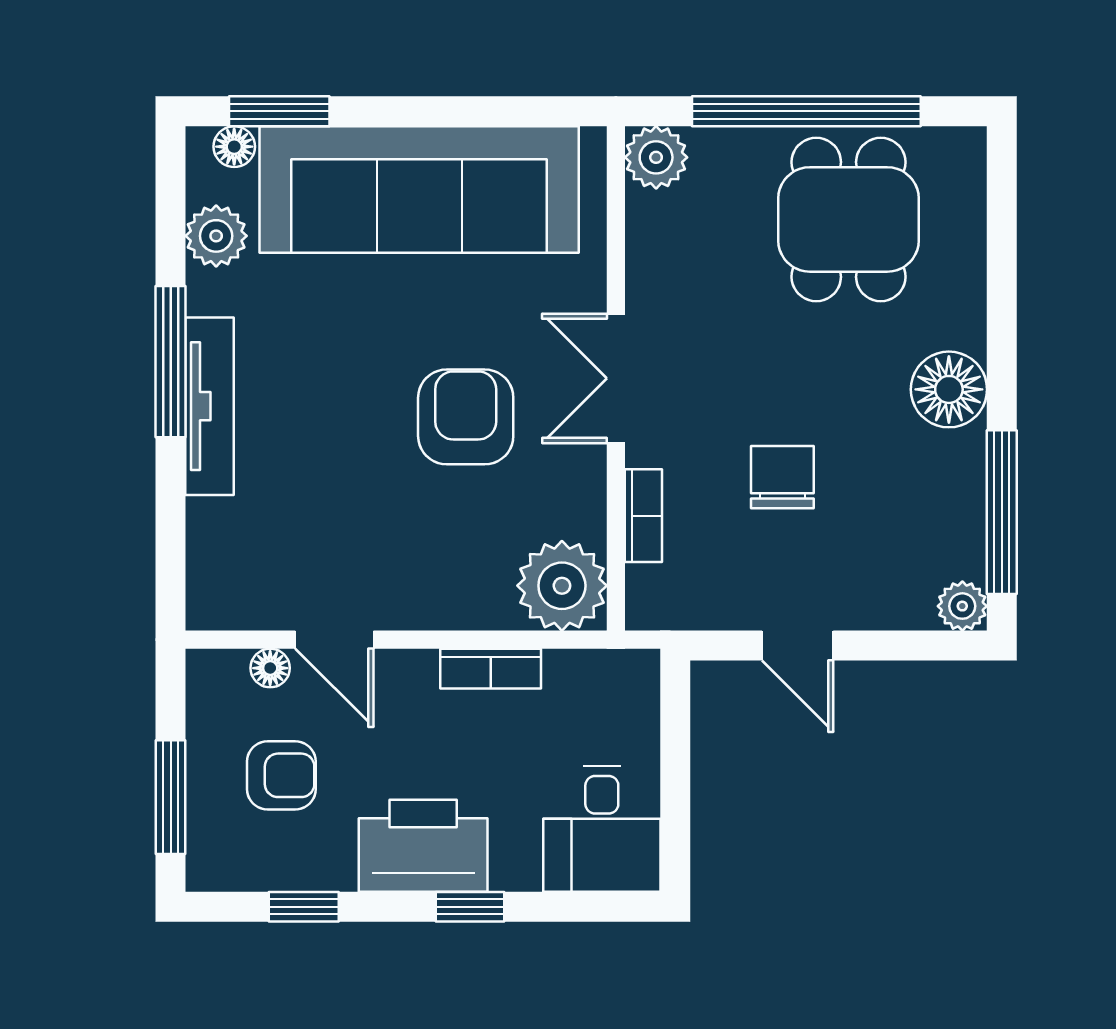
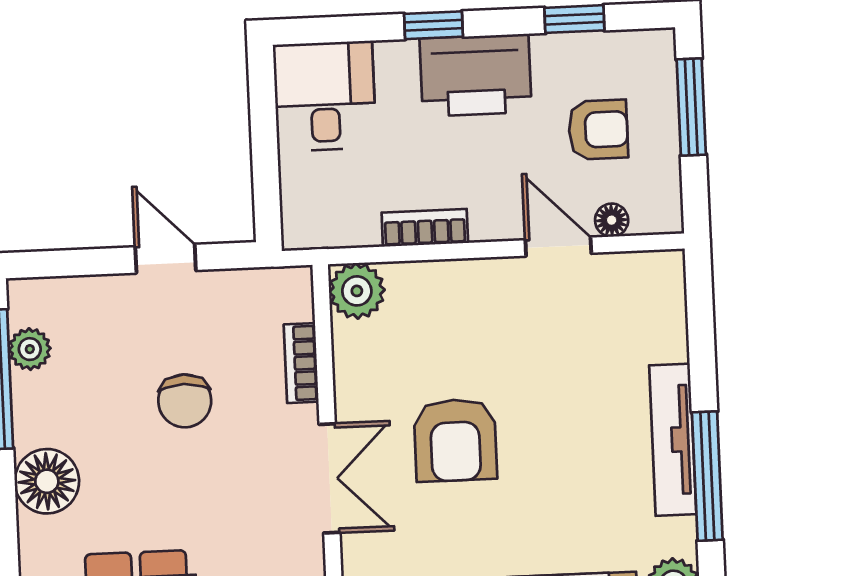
plant: (562, 586) -> (357, 291), width x0.73, depth x0.73
plant: (962, 606) -> (30, 349), moved
armchair: (281, 775) -> (598, 130), turned 180

